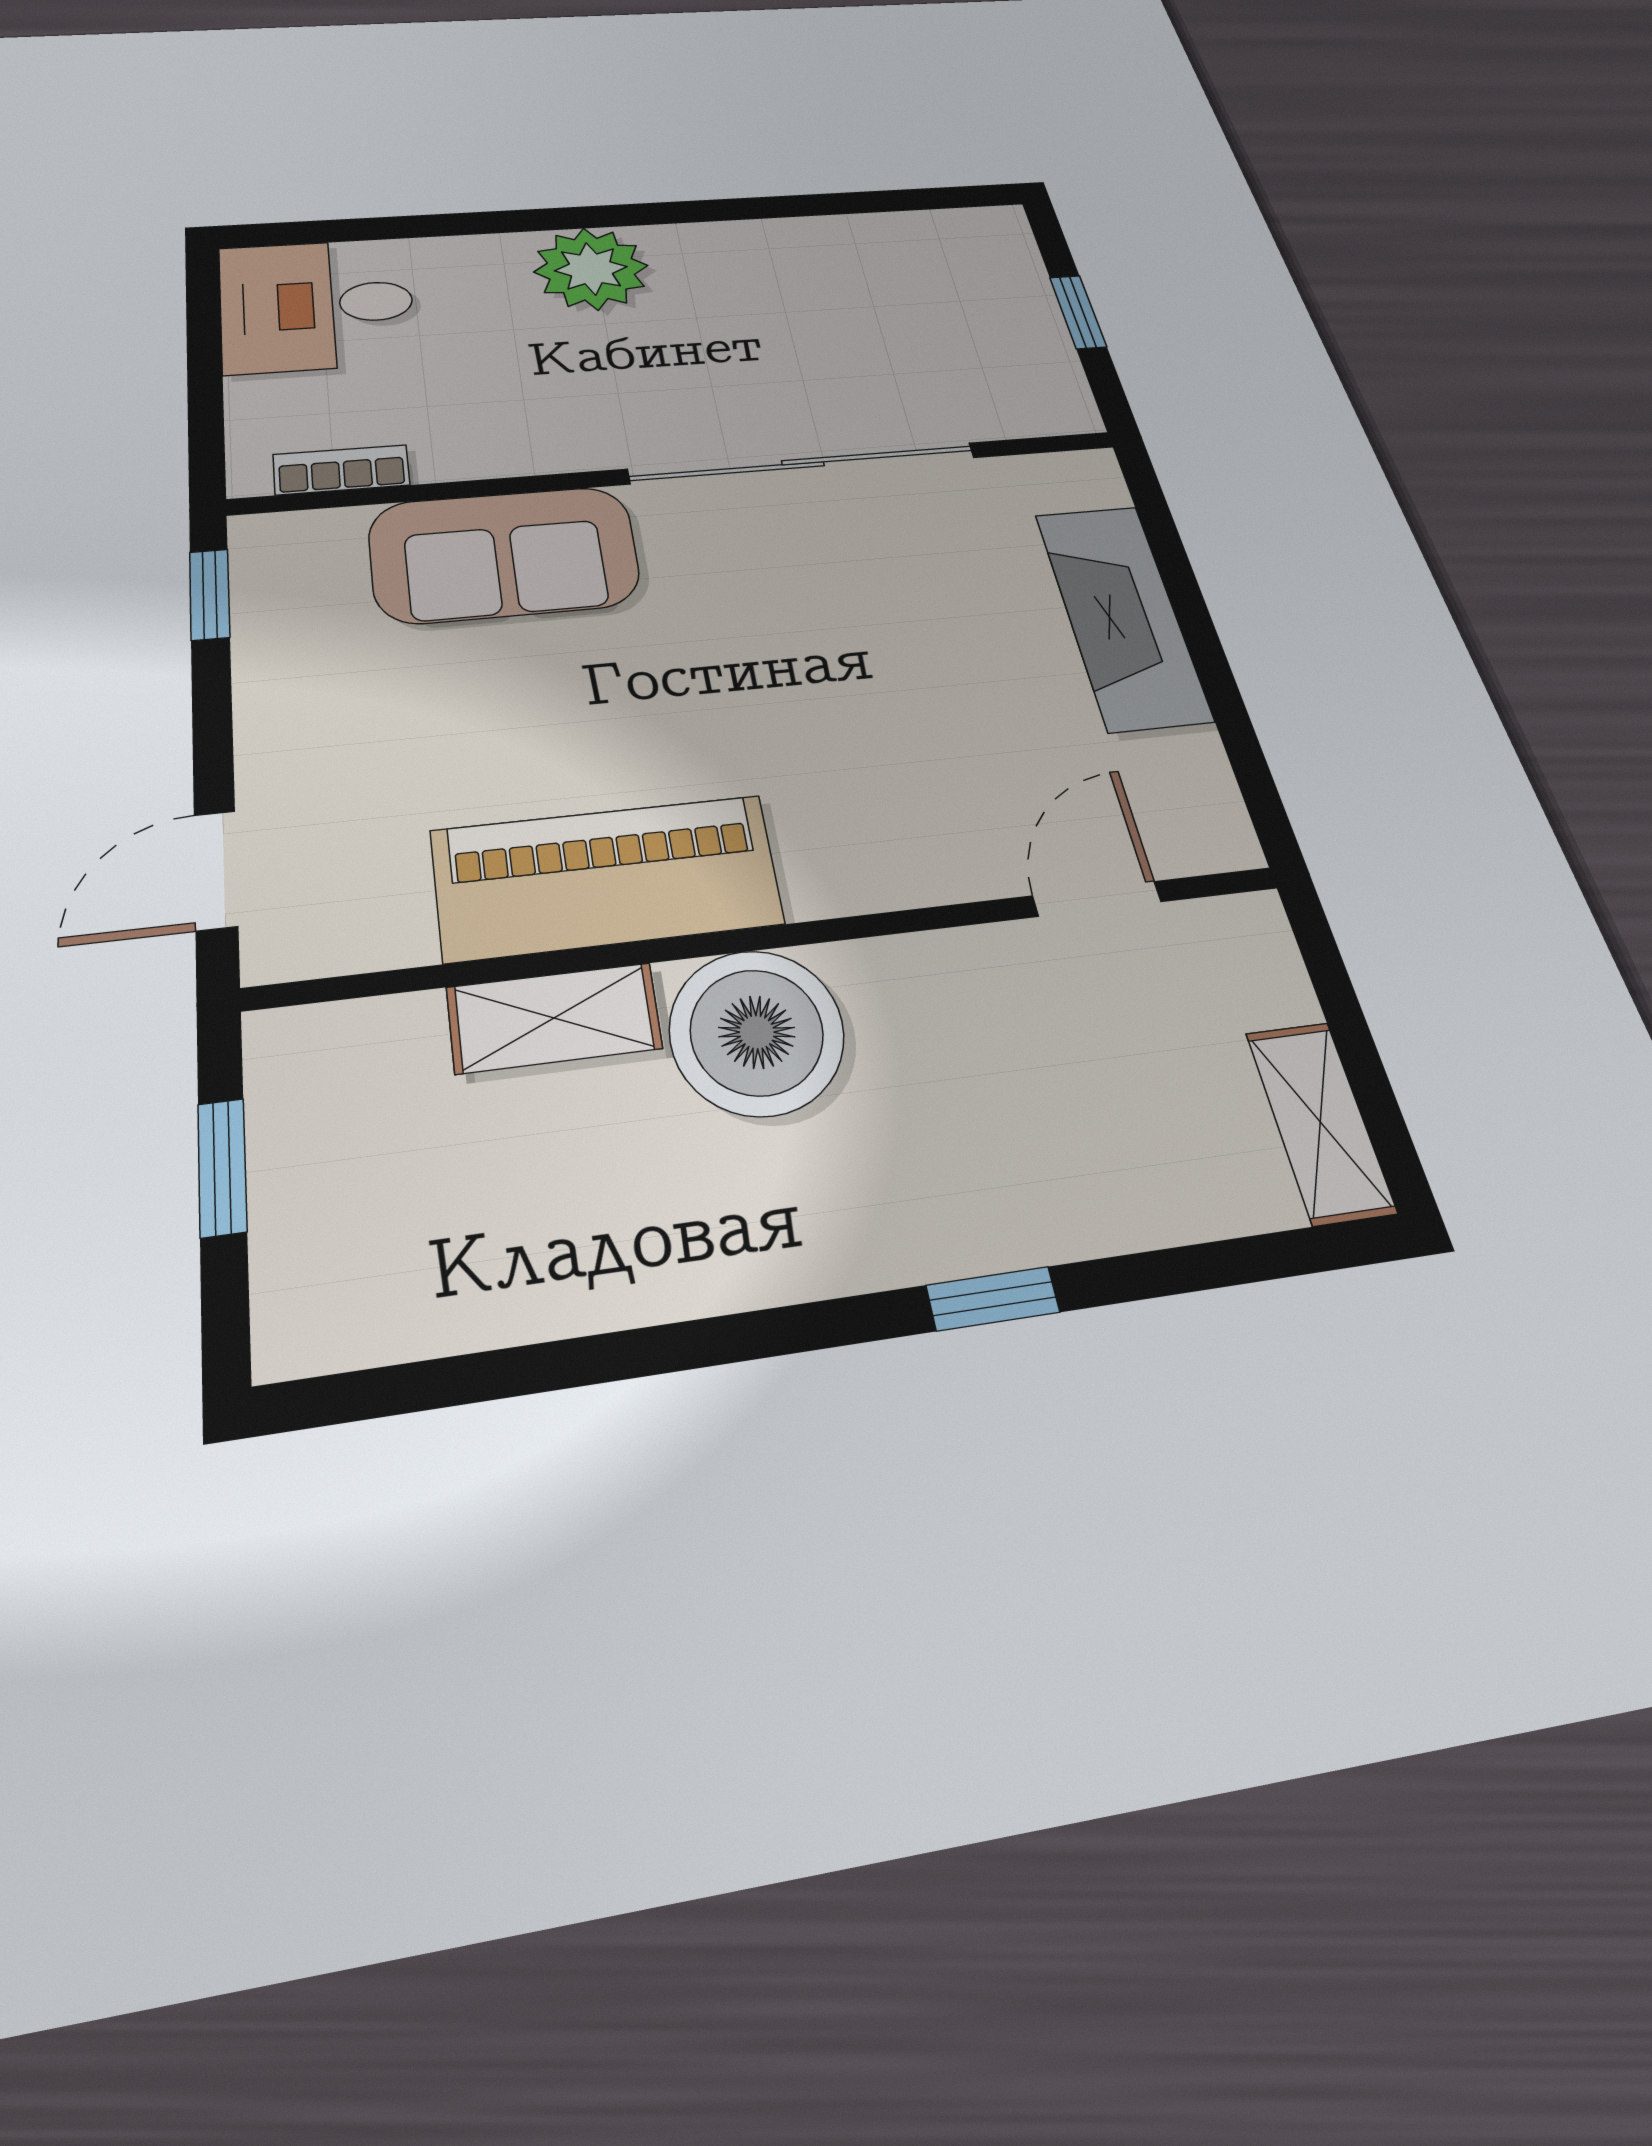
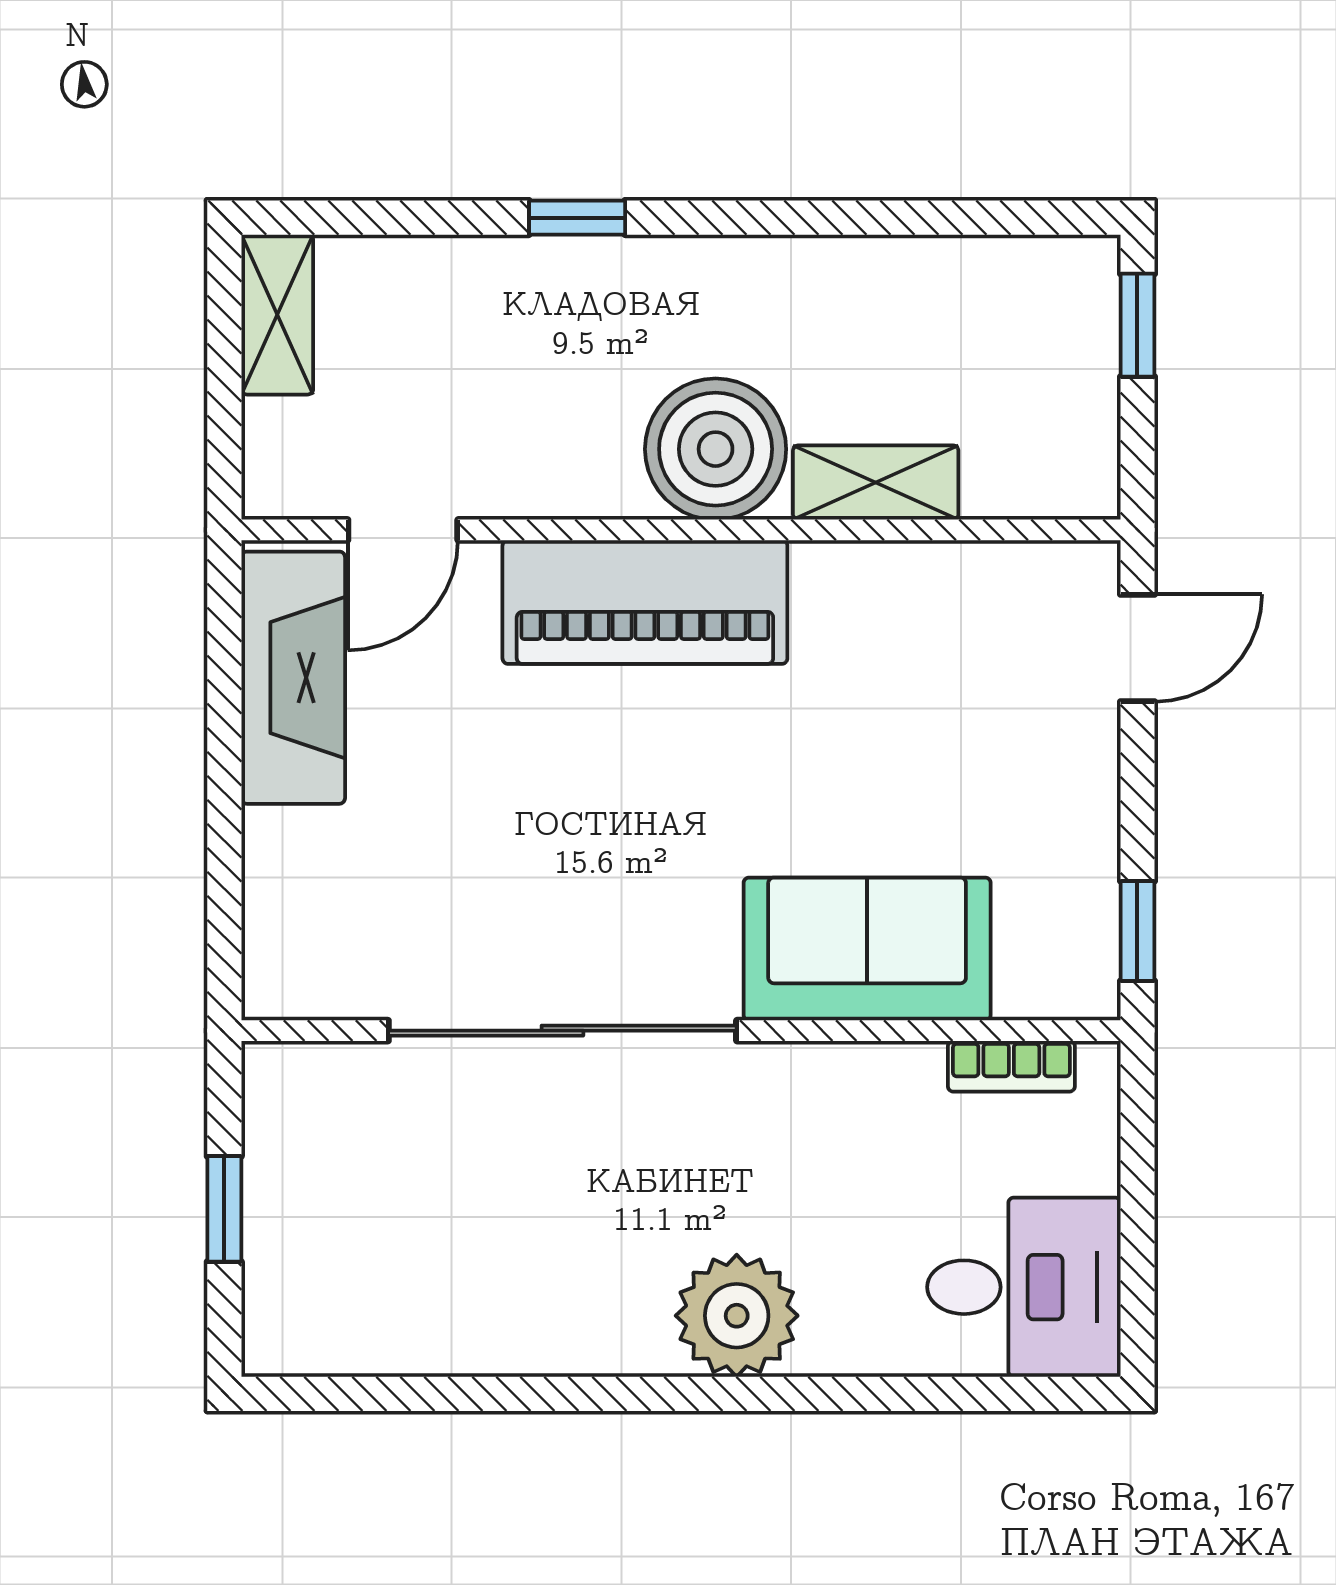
fireplace: (1122, 616) -> (293, 678), moved
piano: (606, 877) -> (645, 602), moved
window: (222, 1167) -> (1137, 325), moved

